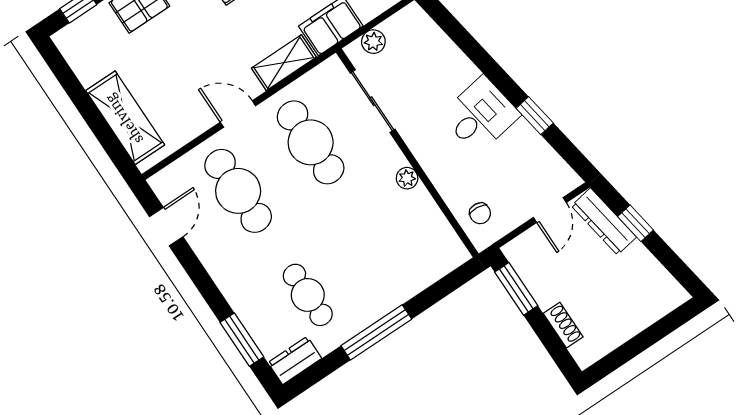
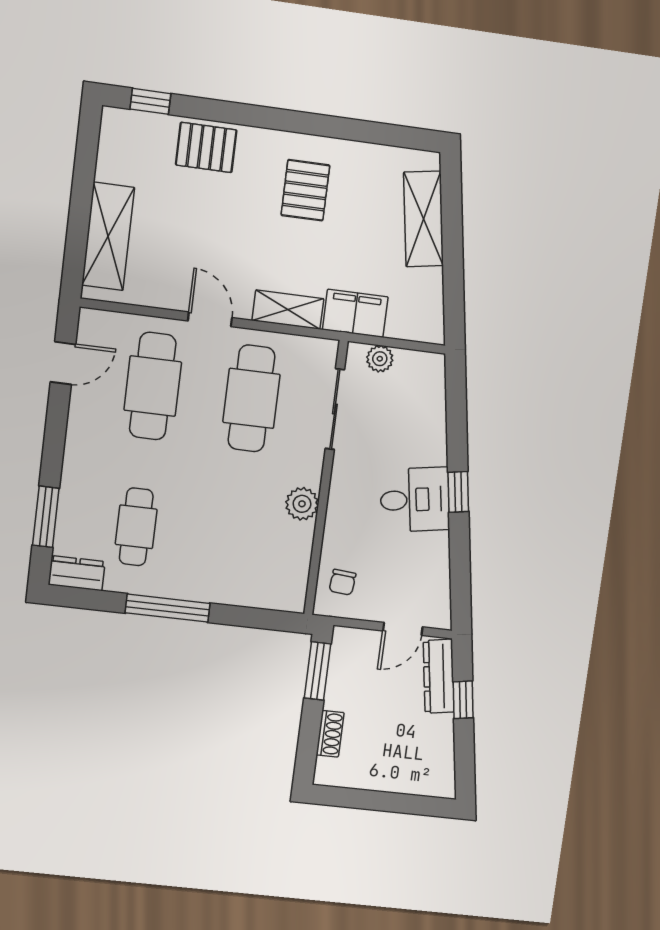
window: (535, 116) -> (458, 492), moved
plant: (407, 178) -> (302, 504), width x1.38, depth x1.38

